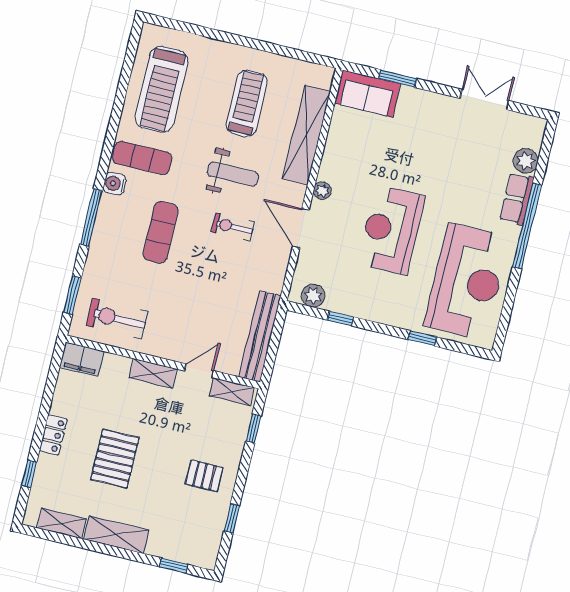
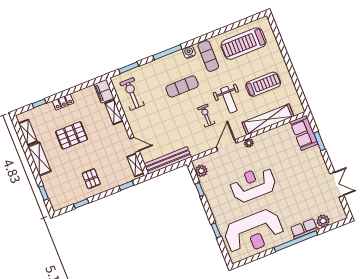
shelving: (153, 373) -> (114, 112), moved

